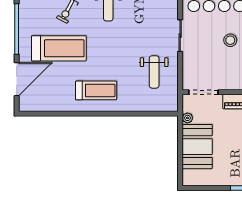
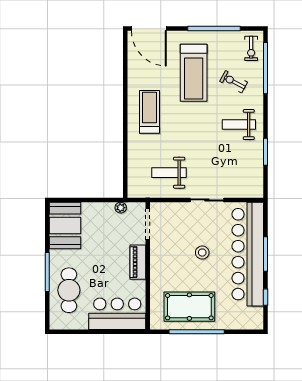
door: (17, 79) -> (149, 29), moved
treadmill: (96, 90) -> (150, 112), turned 180
booth: (197, 147) -> (65, 225), moved, turned 90

